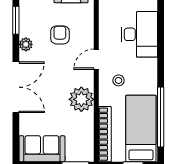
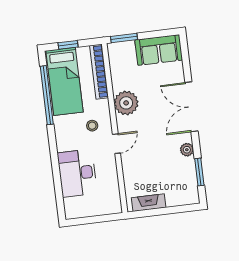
armchair: (60, 35) -> (155, 163), removed

